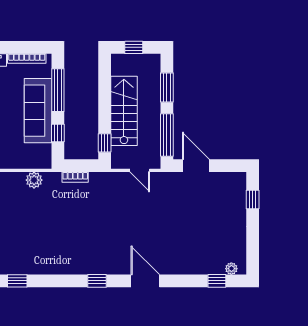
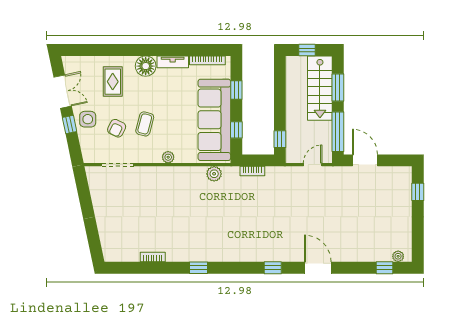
window: (58, 90) -> (236, 90), width x0.46
sofa: (38, 111) -> (214, 120), width x1.36, depth x1.27
stairs: (124, 111) -> (320, 88), moved, turned 180
door: (140, 170) -> (313, 165), swing flipped

